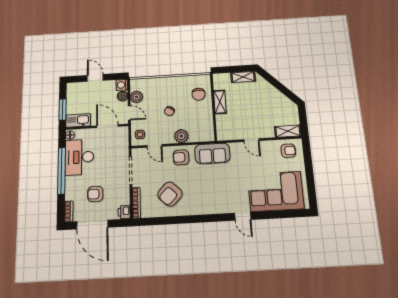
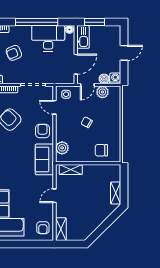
shelving: (220, 102) -> (71, 170), moved
plant: (181, 136) -> (62, 148), moved
door: (154, 146) -> (55, 107), hinge flipped
armchair: (95, 194) -> (14, 53), turned -112

